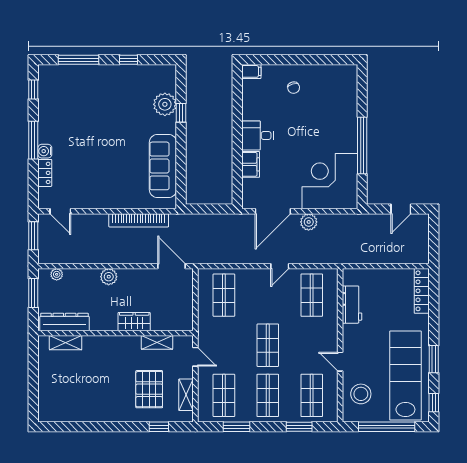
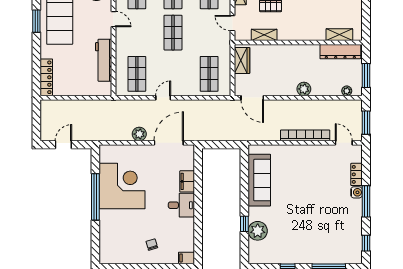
corner desk: (330, 181) -> (122, 186), moved, turned -90
bookcase: (139, 220) -> (305, 135), moved
workbench: (352, 305) -> (104, 60), width x1.38
wardrobe: (134, 322) -> (242, 60), moved, turned -90

